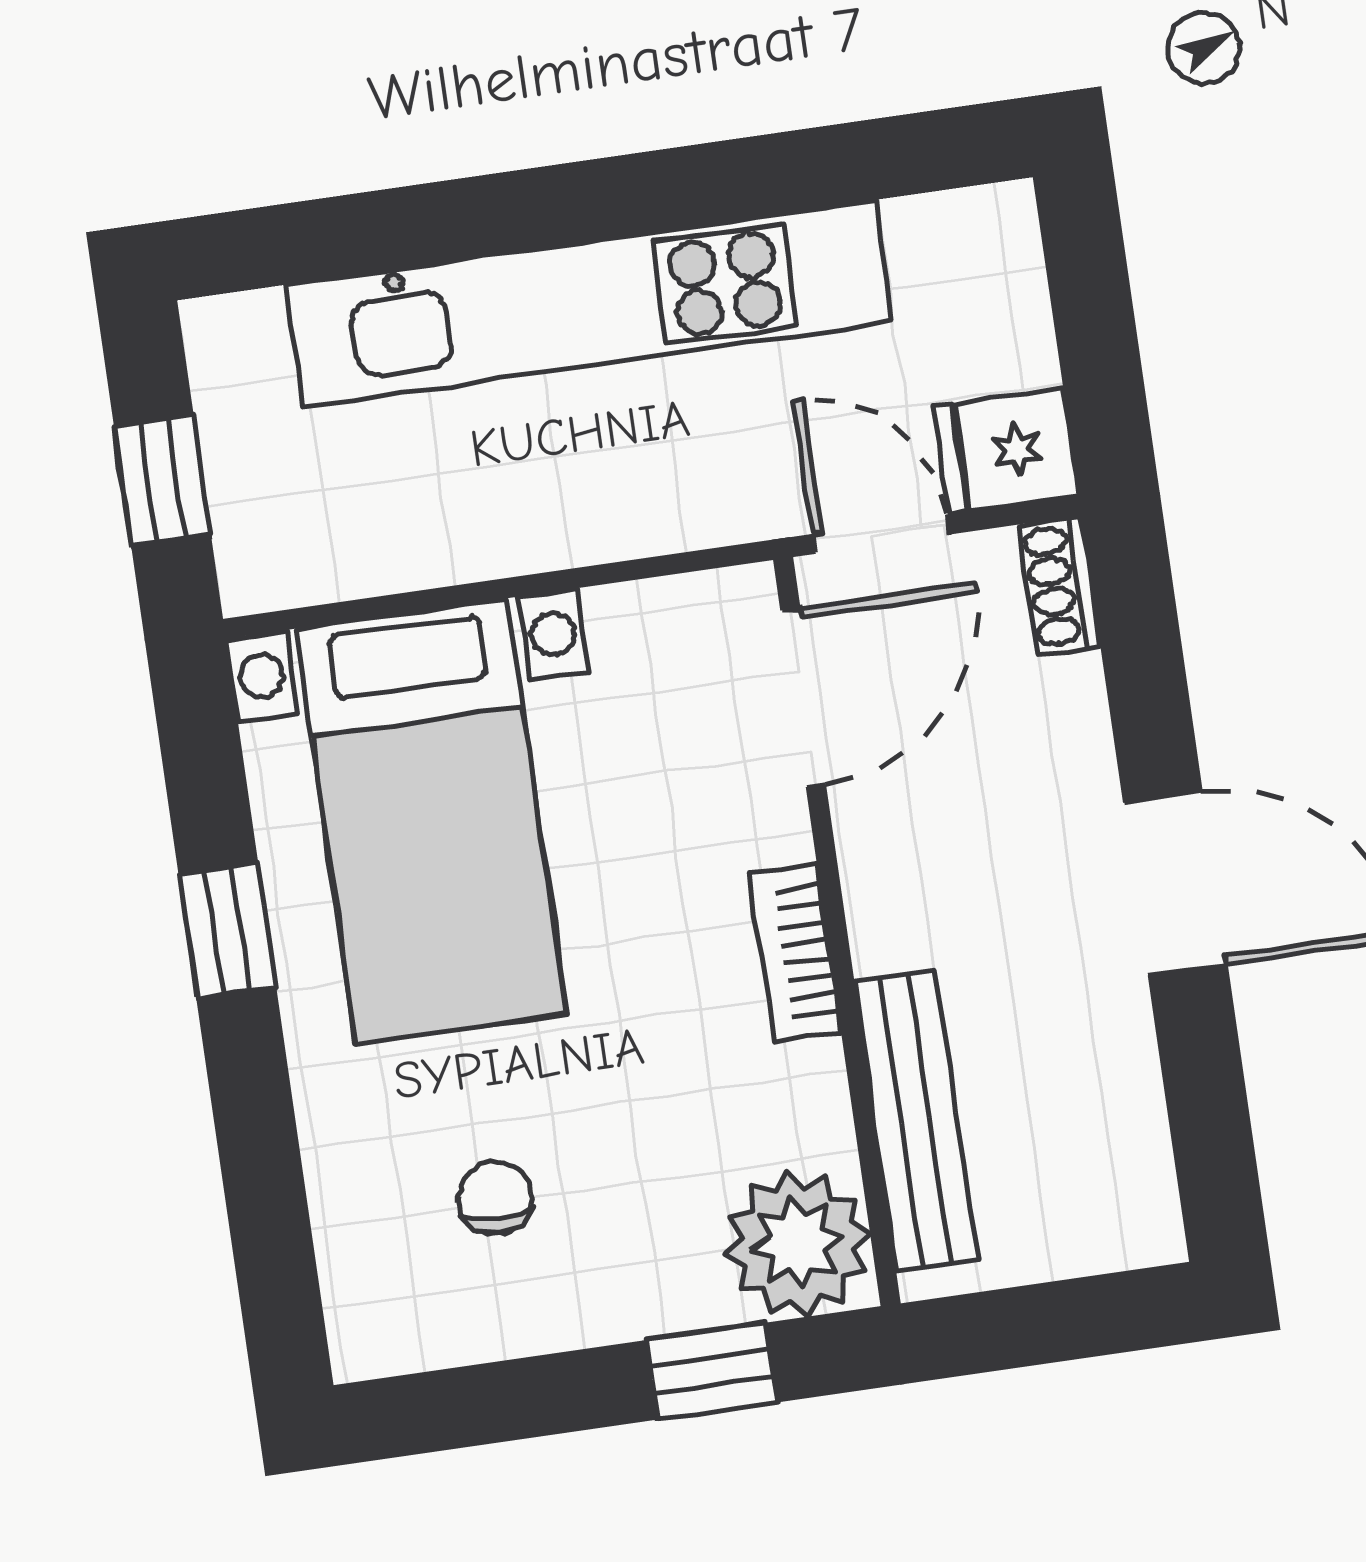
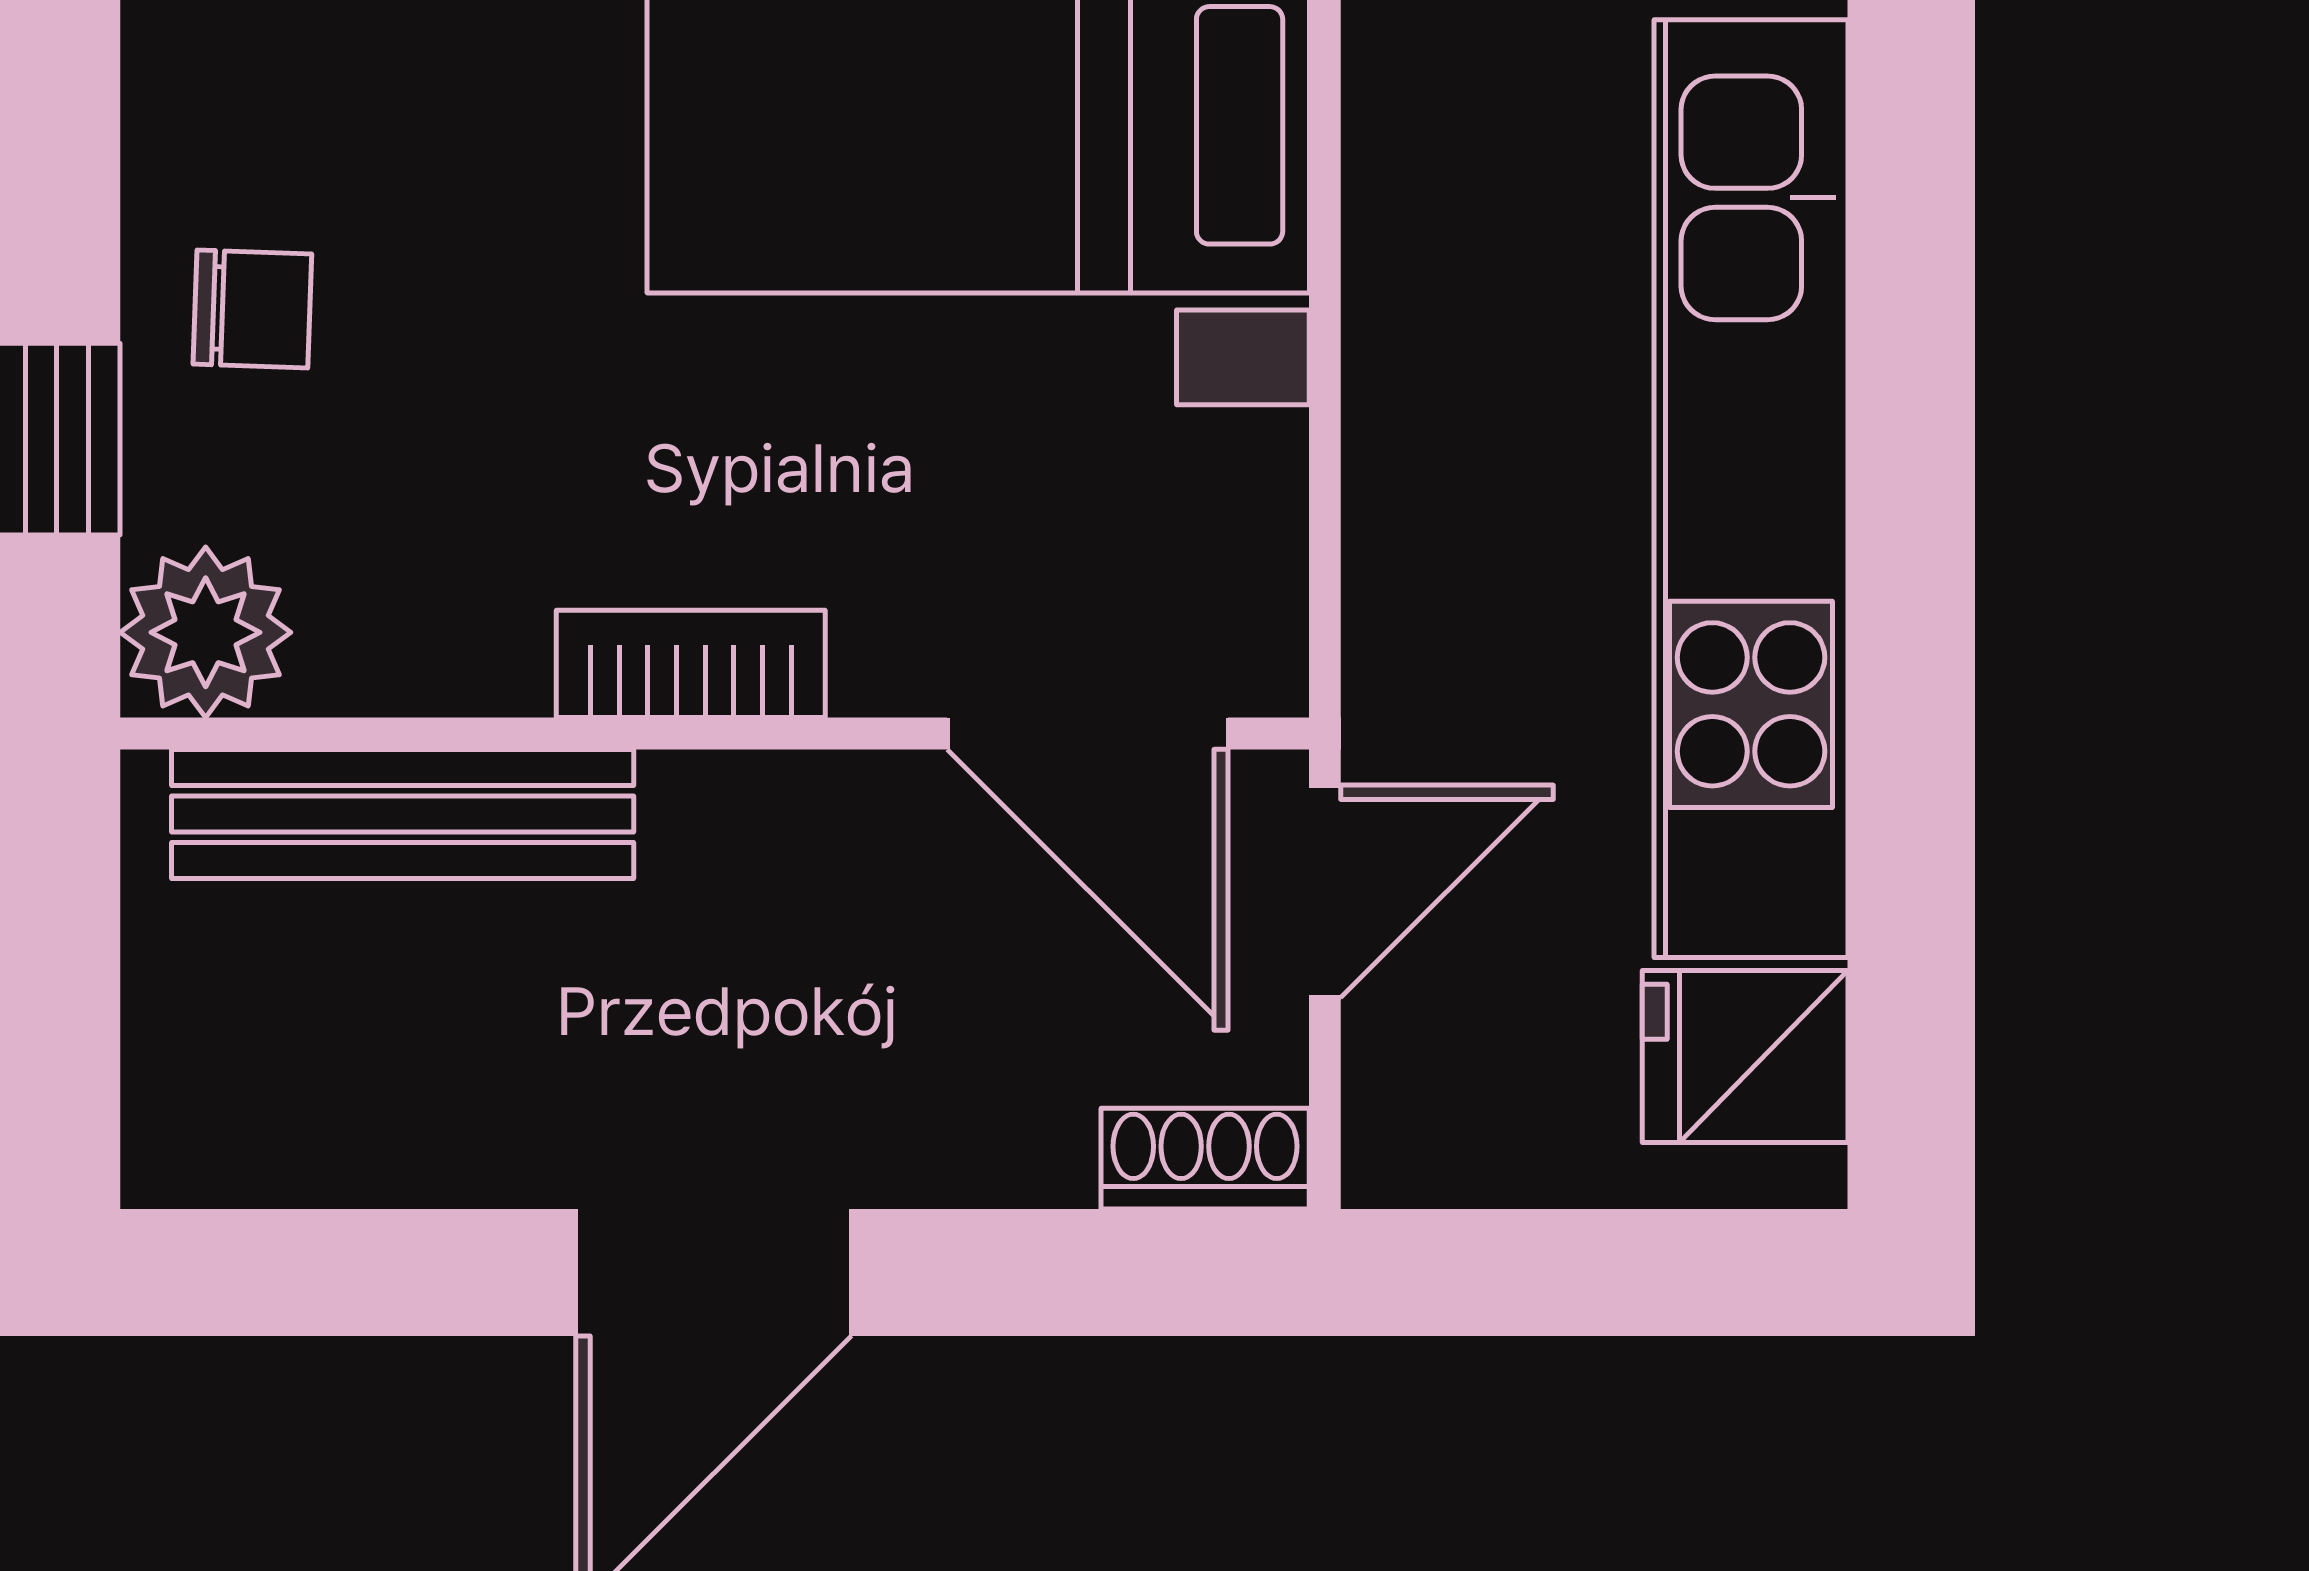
fridge: (1006, 451) -> (1745, 1057), moved, turned -90
chair: (495, 1198) -> (252, 309), moved
plant: (797, 1244) -> (206, 632), width x0.73, depth x0.73

